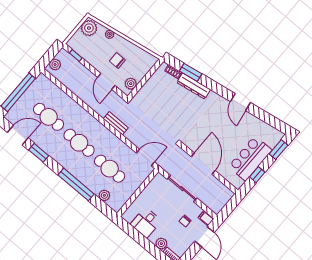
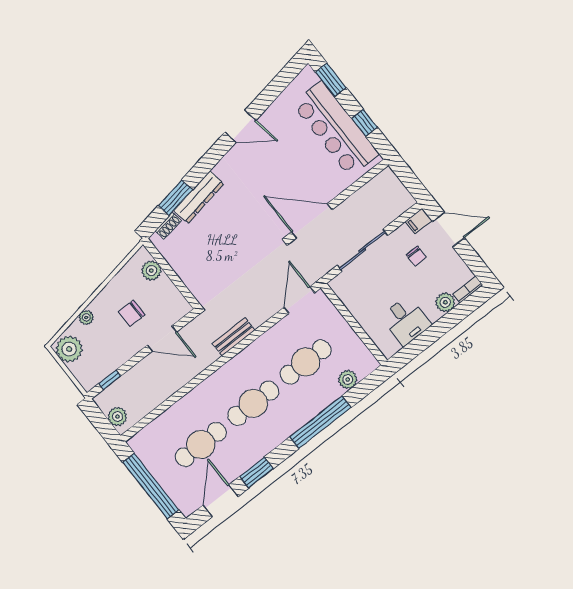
plant: (131, 84) -> (151, 271), moved
bar counter: (250, 158) -> (336, 129), width x1.36
door: (203, 164) -> (312, 221), moved

